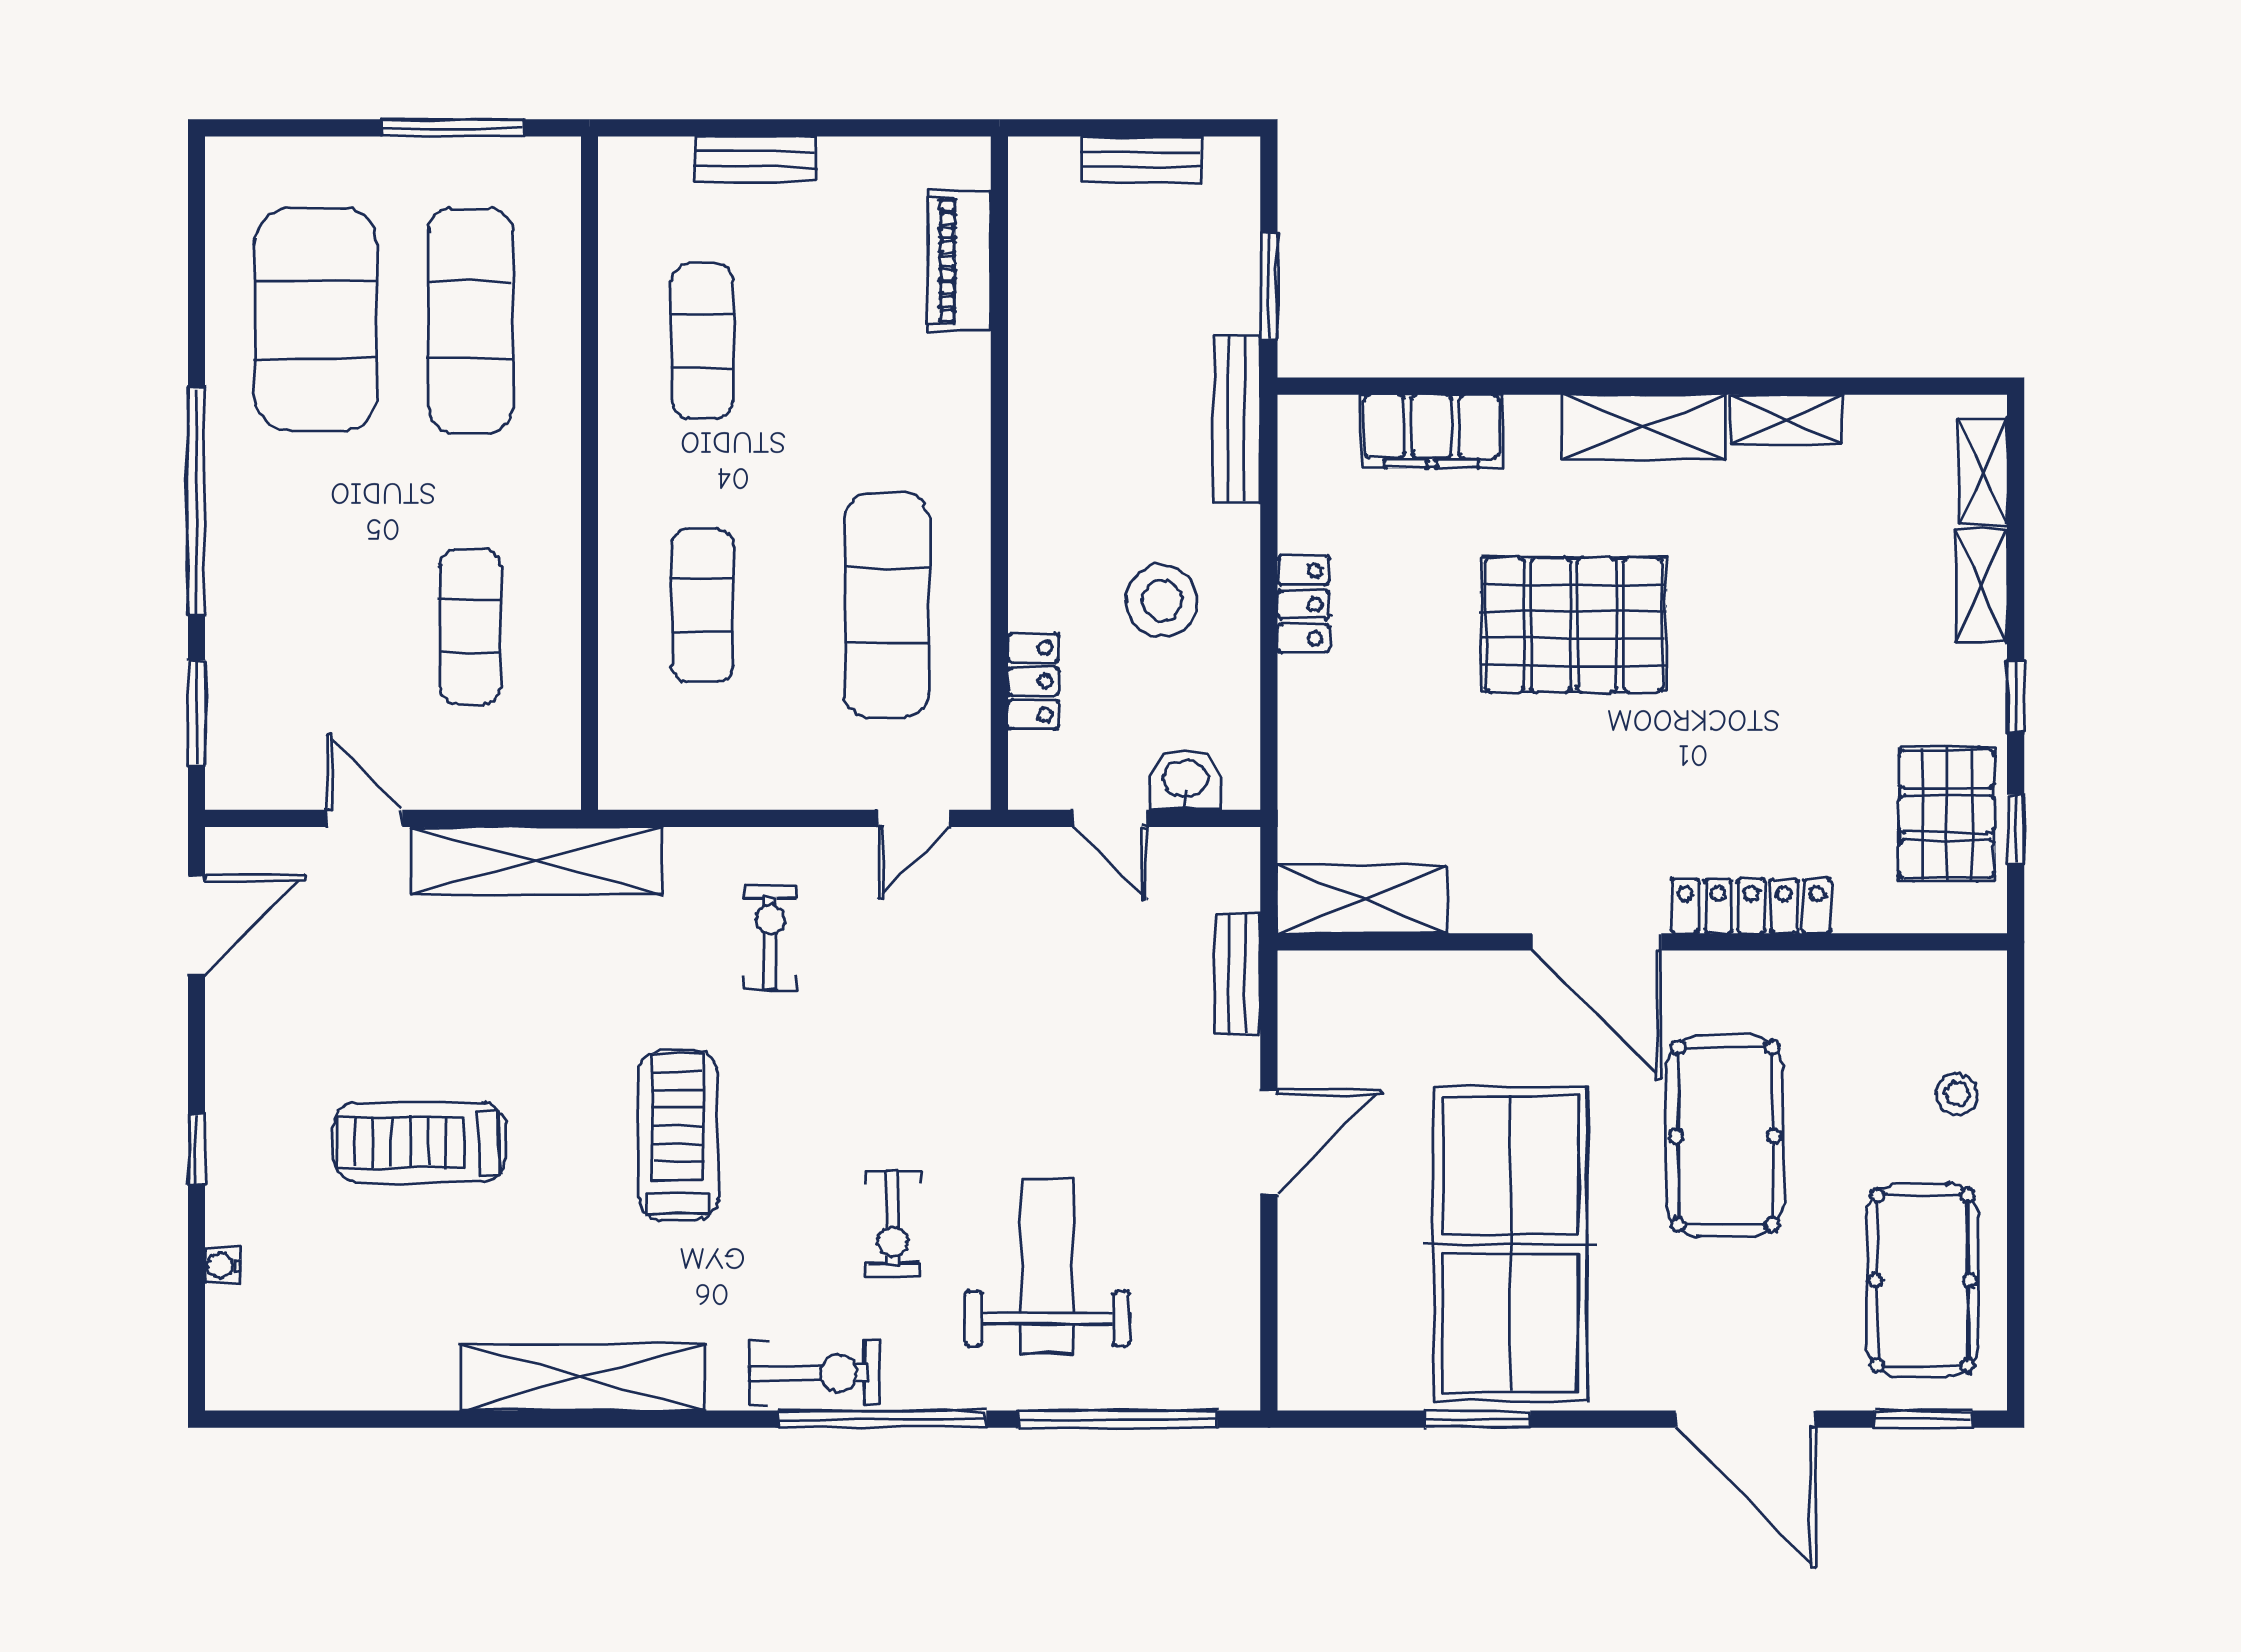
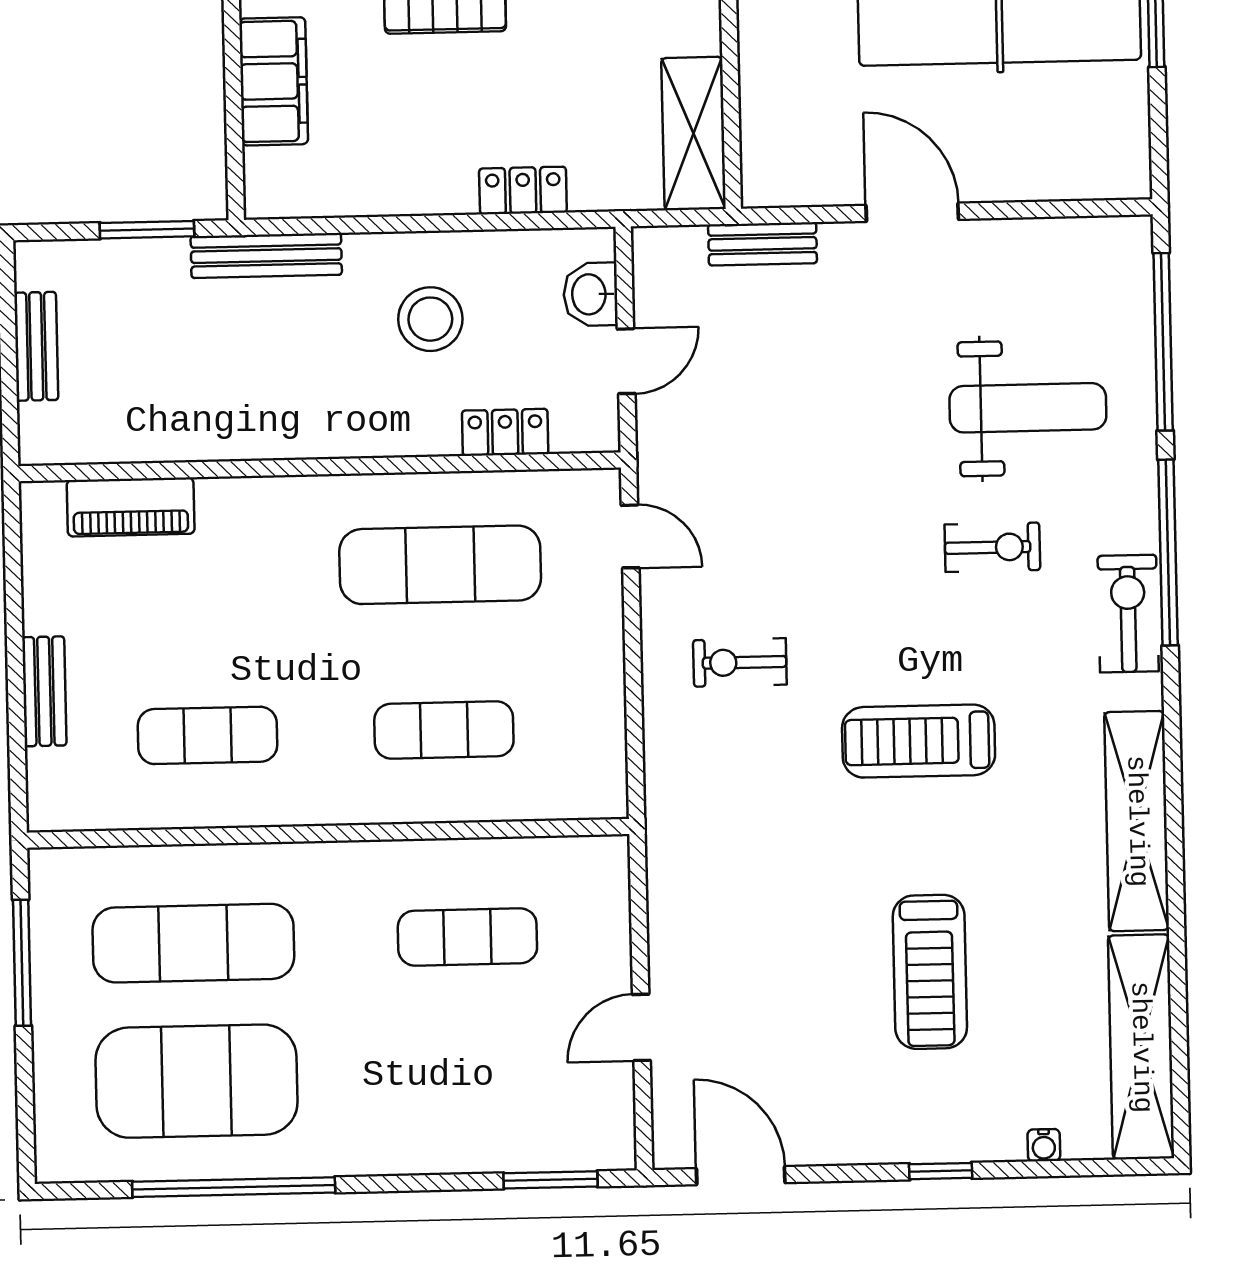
window: (197, 501) -> (234, 1187), moved
locker: (1303, 605) -> (523, 191), moved
shelving: (536, 861) -> (1141, 1047), moved
weight bench: (1047, 1266) -> (1028, 408), turned 180

